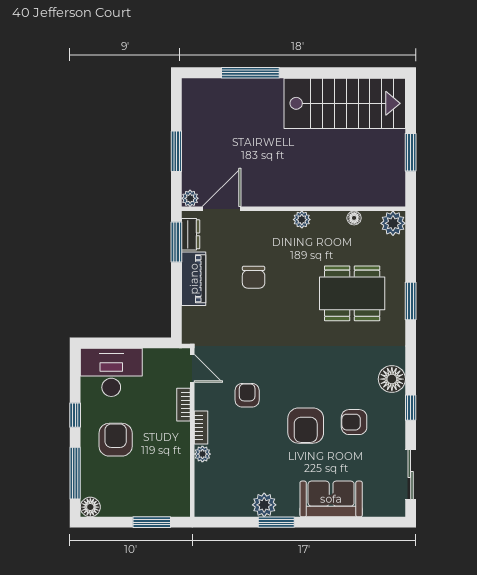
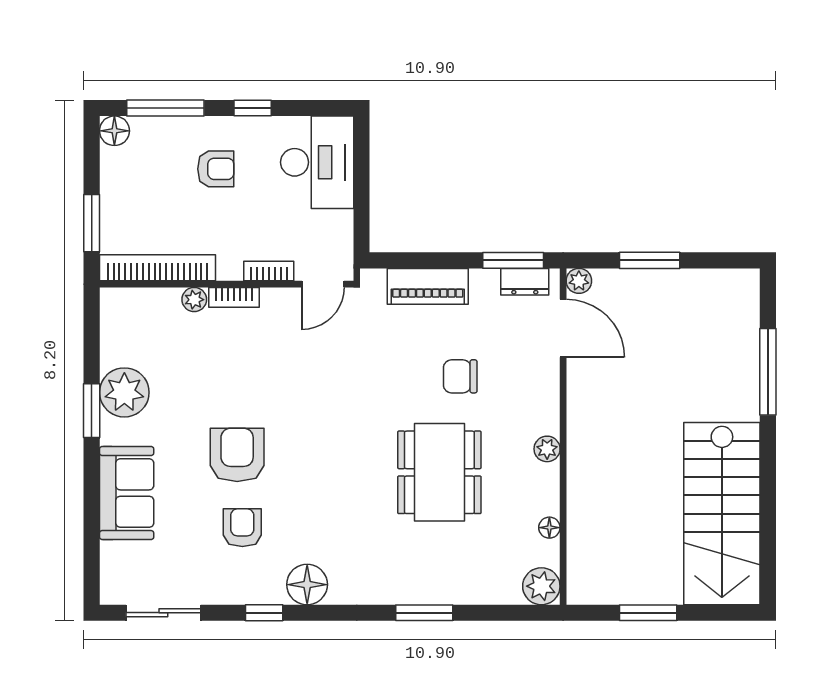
piano: (194, 279) -> (428, 286), moved
dining table: (352, 293) -> (439, 472), moved
armchair: (247, 395) -> (283, 367), removed
armchair: (306, 426) -> (237, 455), turned 90
armchair: (116, 440) -> (216, 169), width x0.72, depth x0.72
bookcase: (181, 478) -> (158, 268), added
plant: (264, 505) -> (124, 392), width x1.36, depth x1.36

